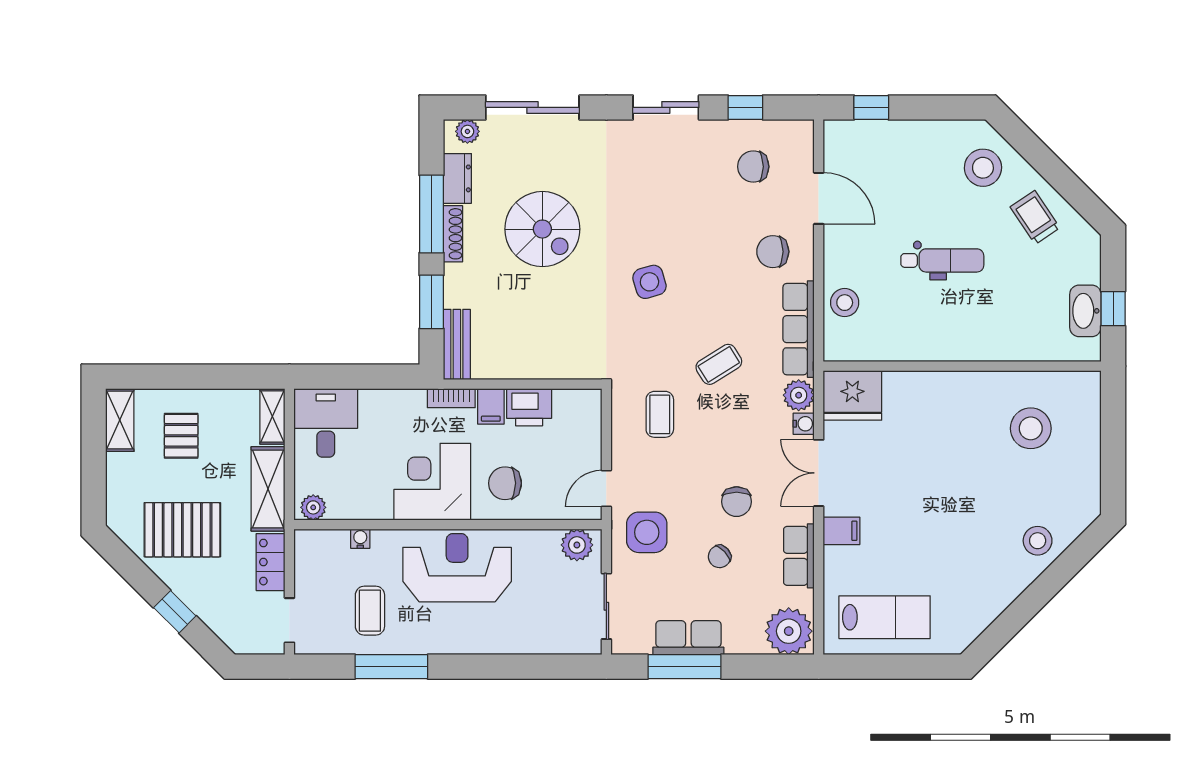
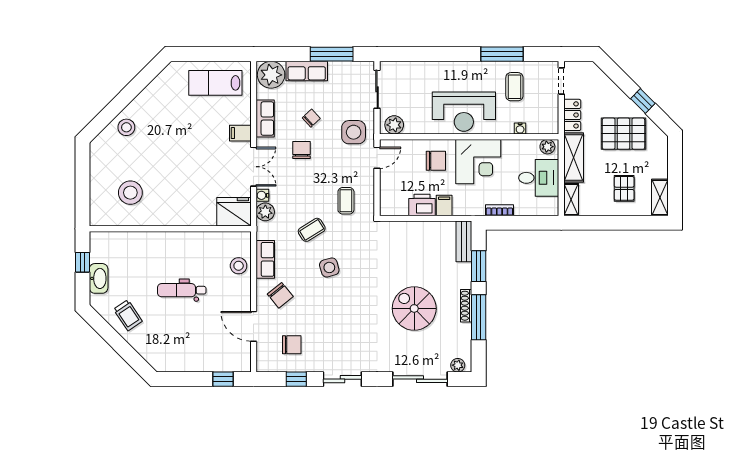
stool: (983, 168) -> (158, 344), removed
dresser: (457, 178) -> (464, 338), removed
chair: (773, 252) -> (280, 295), turned 51
side table: (649, 282) -> (329, 267), moved
washbasin: (1085, 311) -> (99, 278), moved
row of seats: (799, 329) -> (265, 259), width x0.68
bookcase: (451, 398) -> (499, 210), moved
desk: (326, 423) -> (539, 178), moved, turned -90
window: (175, 612) -> (643, 101), moved
row of seats: (688, 638) -> (307, 71), moved

